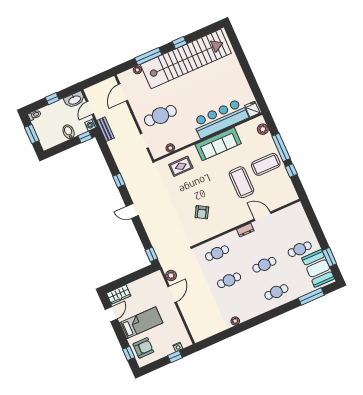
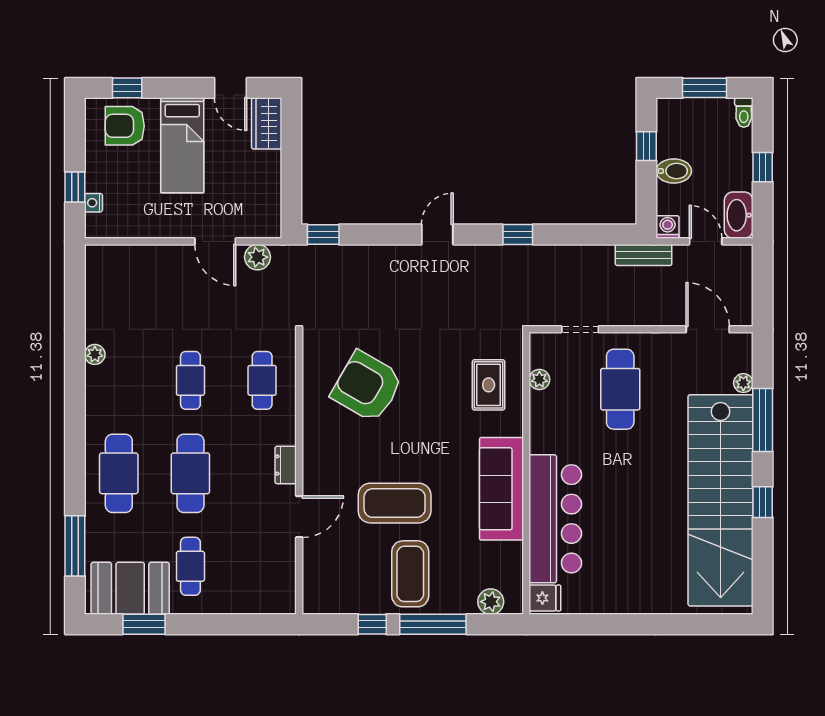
window: (85, 137) -> (646, 146), moved
armchair: (202, 212) -> (367, 387), width x1.88, depth x1.88
cafe table: (264, 265) -> (190, 473), width x1.37, depth x1.35
cafe table: (276, 292) -> (119, 473), width x1.37, depth x1.35
armchair: (143, 348) -> (125, 126), turned 90

